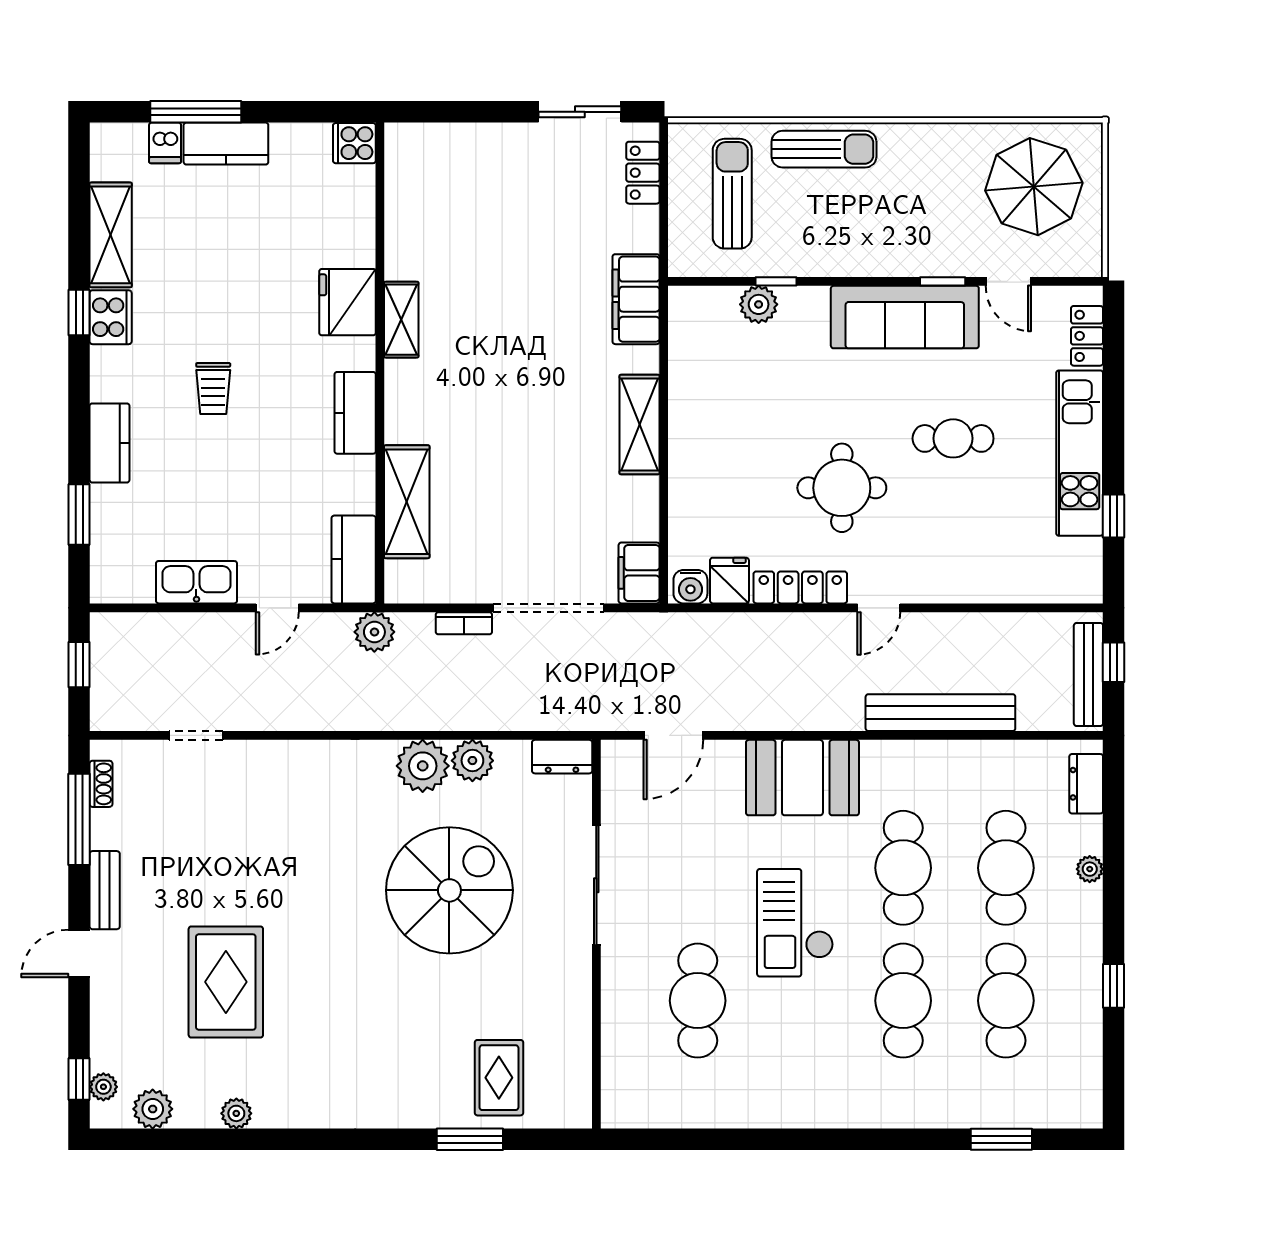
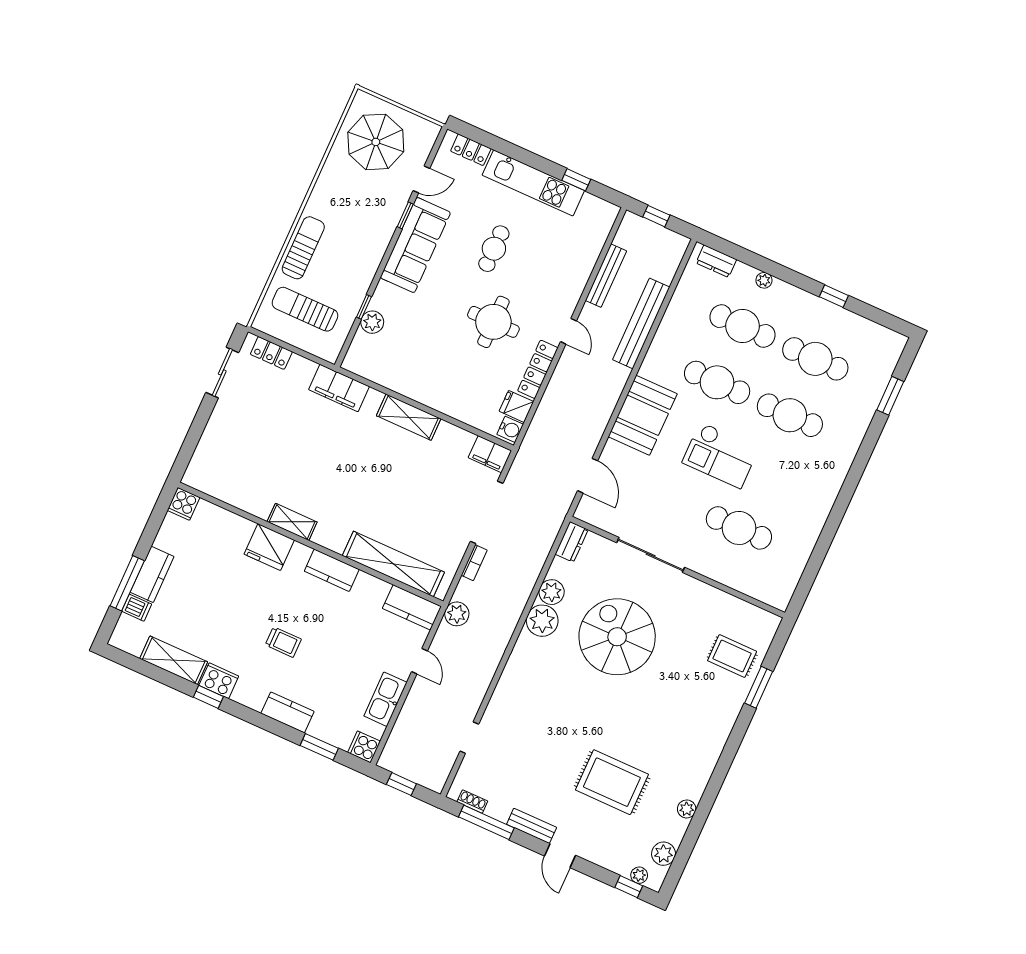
shelving: (407, 502) -> (393, 564), width x1.47
cooker: (110, 582) -> (364, 747), added
bench: (1088, 675) -> (606, 276), moved, turned 90

